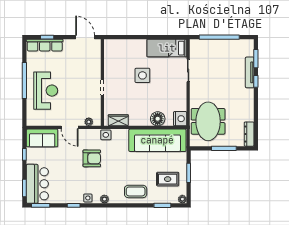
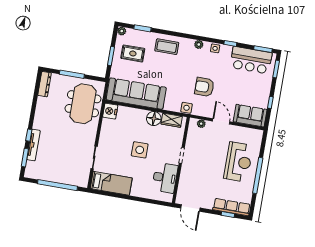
desk: (115, 63) -> (165, 178), added
side table: (142, 75) -> (140, 150), moved
reception desk: (46, 91) -> (238, 162), turned 180
floor lamp: (158, 119) -> (154, 119), moved
bar counter: (37, 184) -> (251, 60), moved, turned -90

